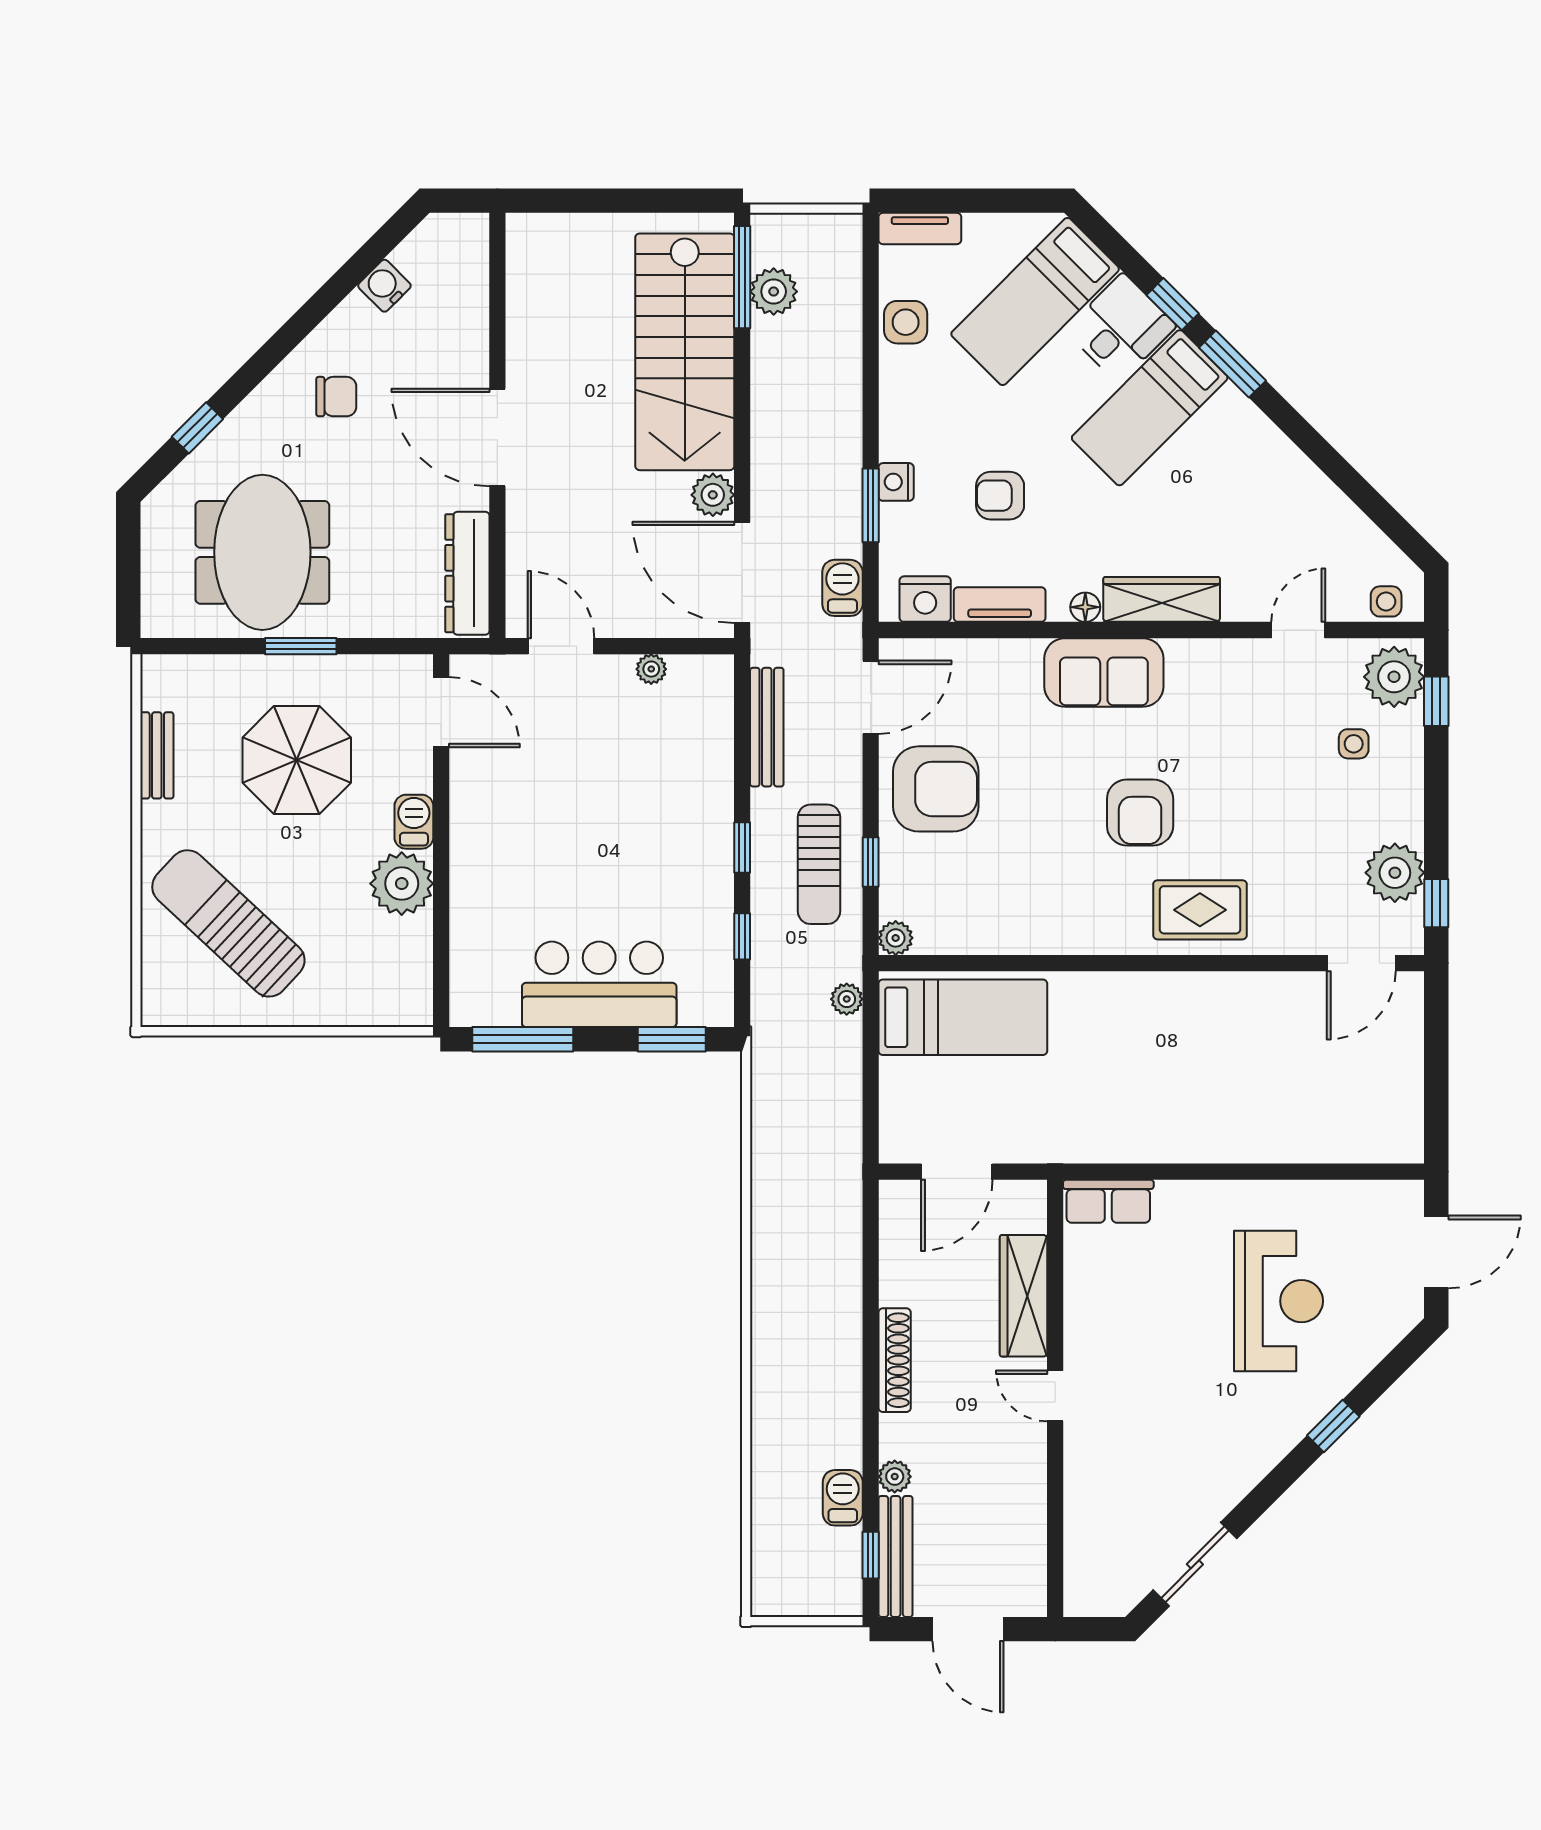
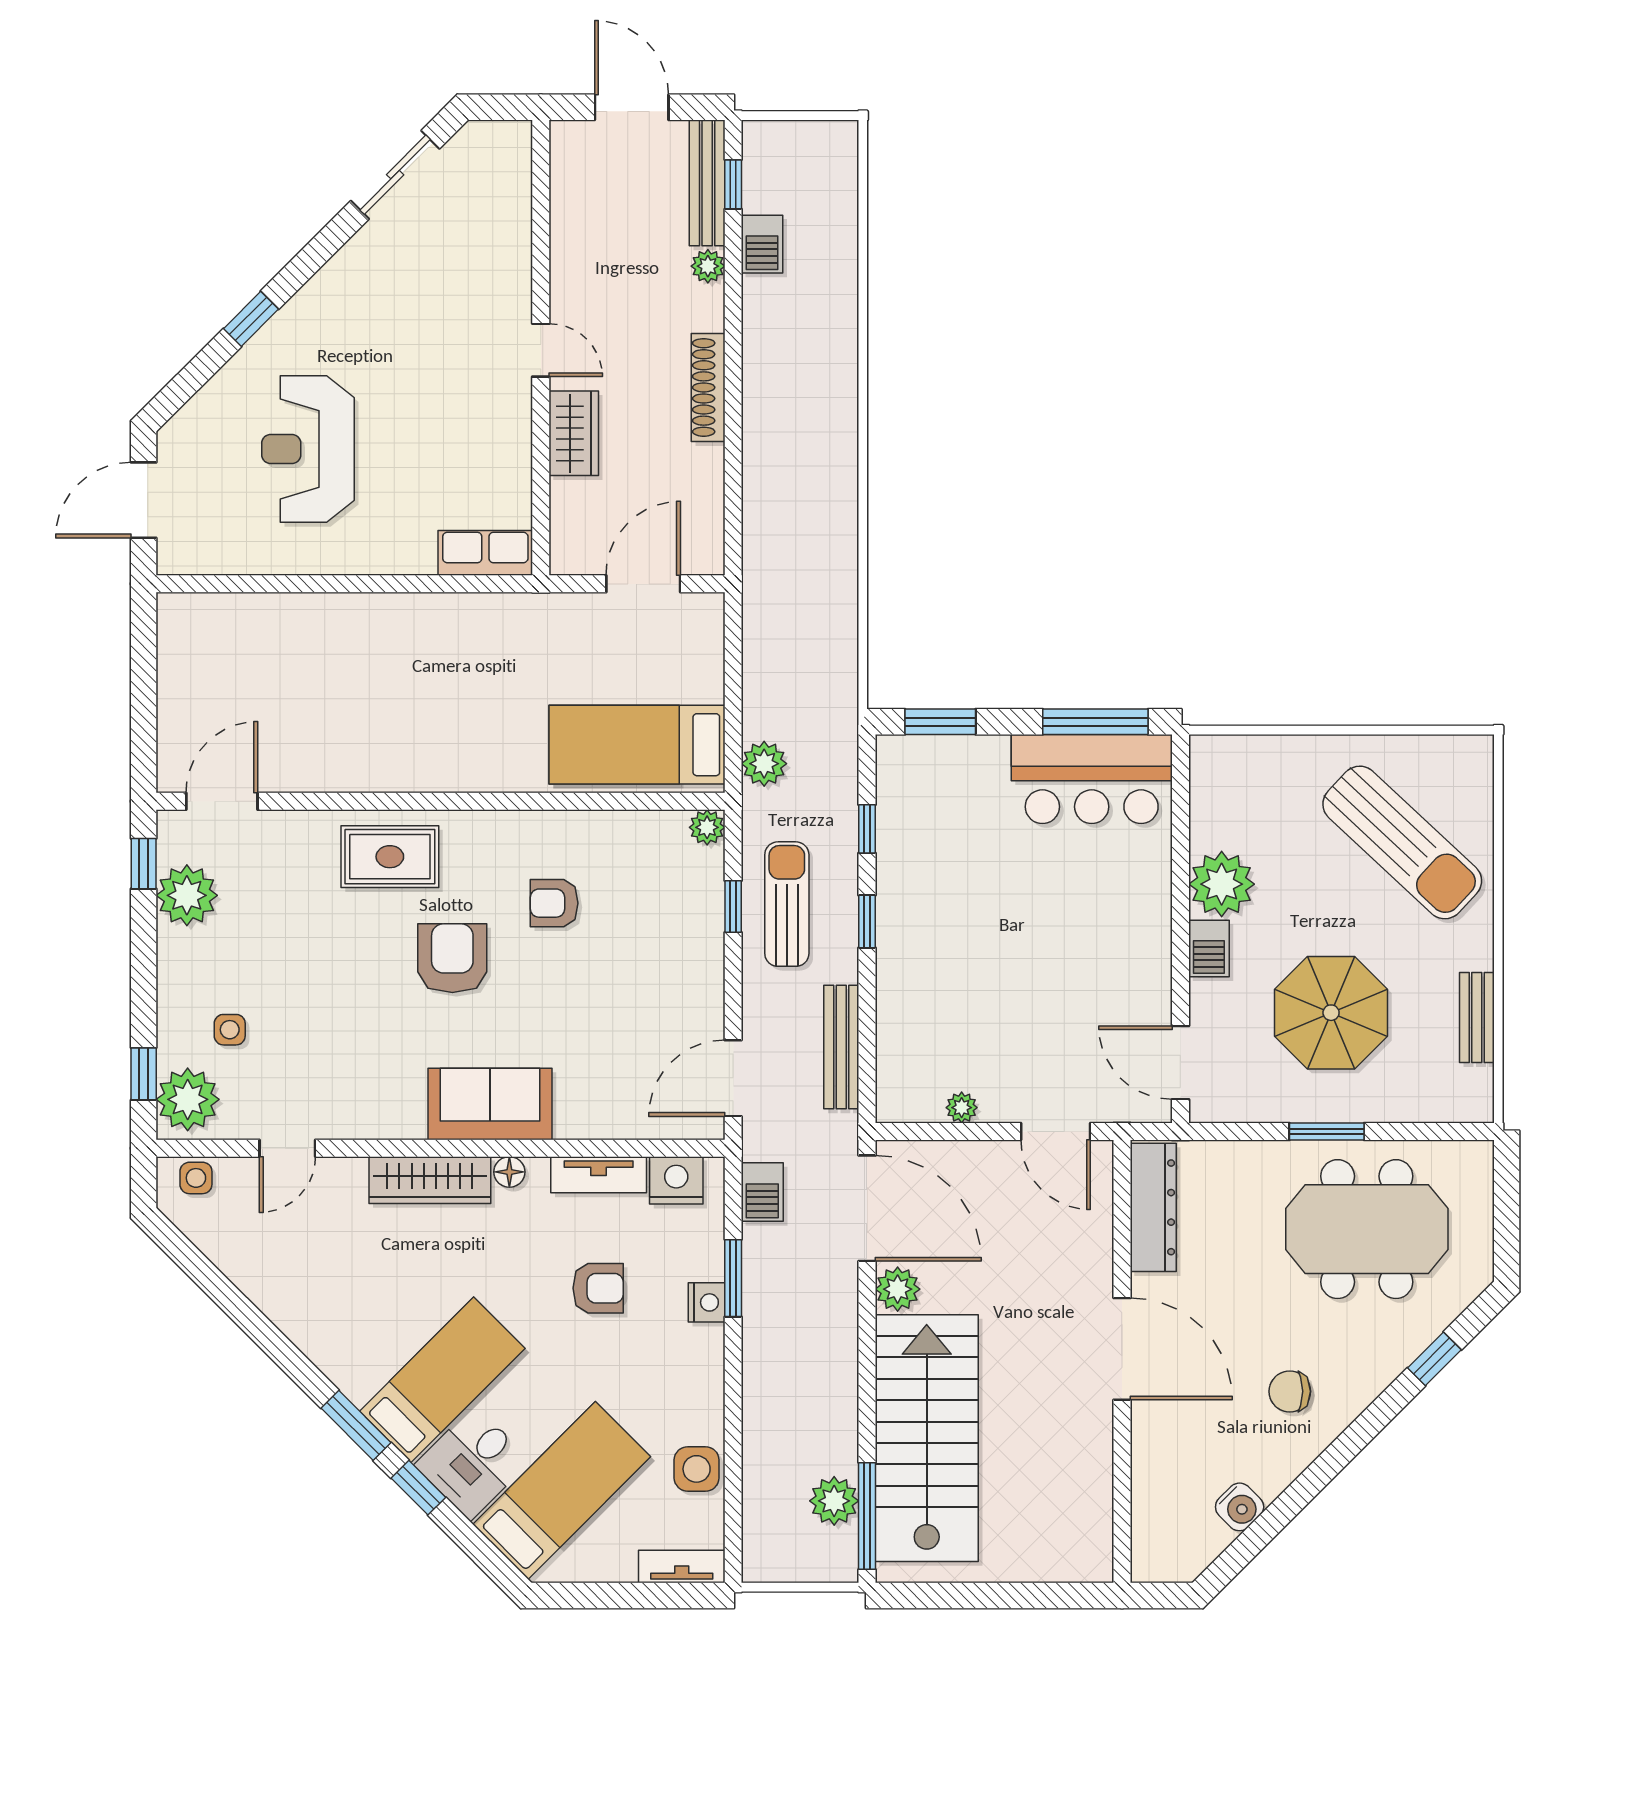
meeting table: (262, 552) -> (1367, 1229), turned 90
armchair: (936, 789) -> (554, 903), moved, width x0.53, depth x0.53
bar counter: (599, 984) -> (1092, 779), moved
plant: (847, 999) -> (764, 764), width x1.38, depth x1.38
wardrobe: (1023, 1296) -> (574, 433), width x0.67

